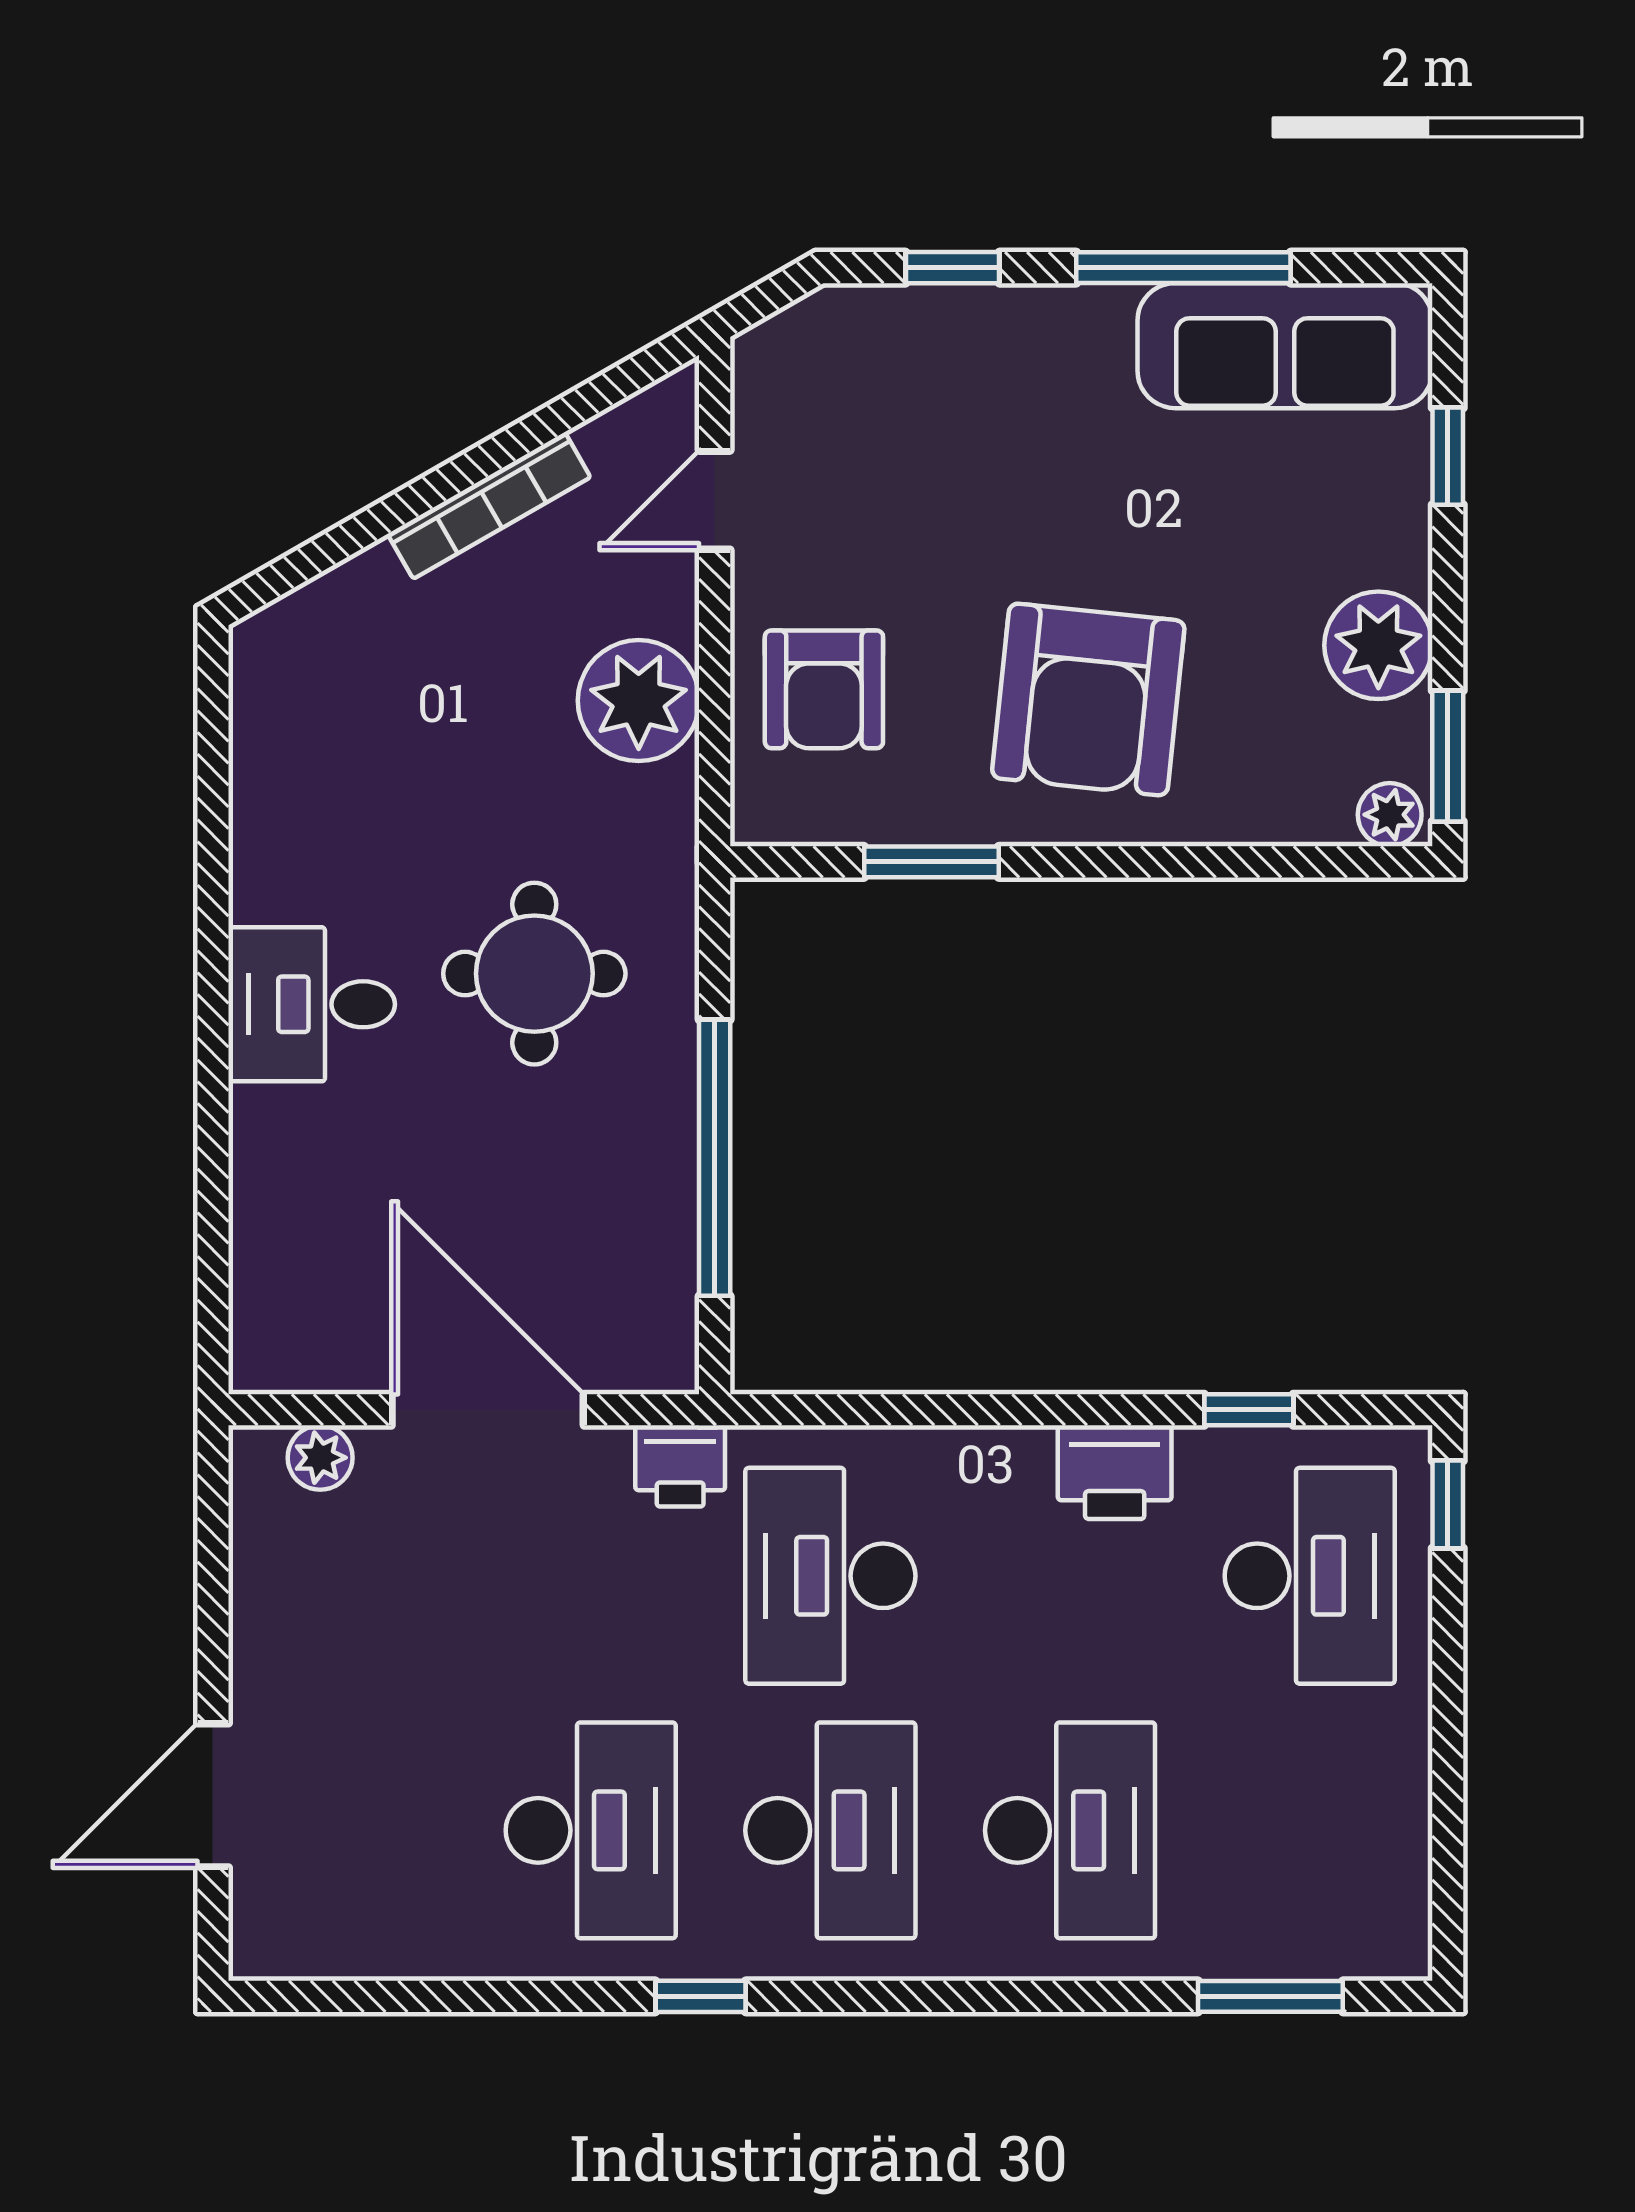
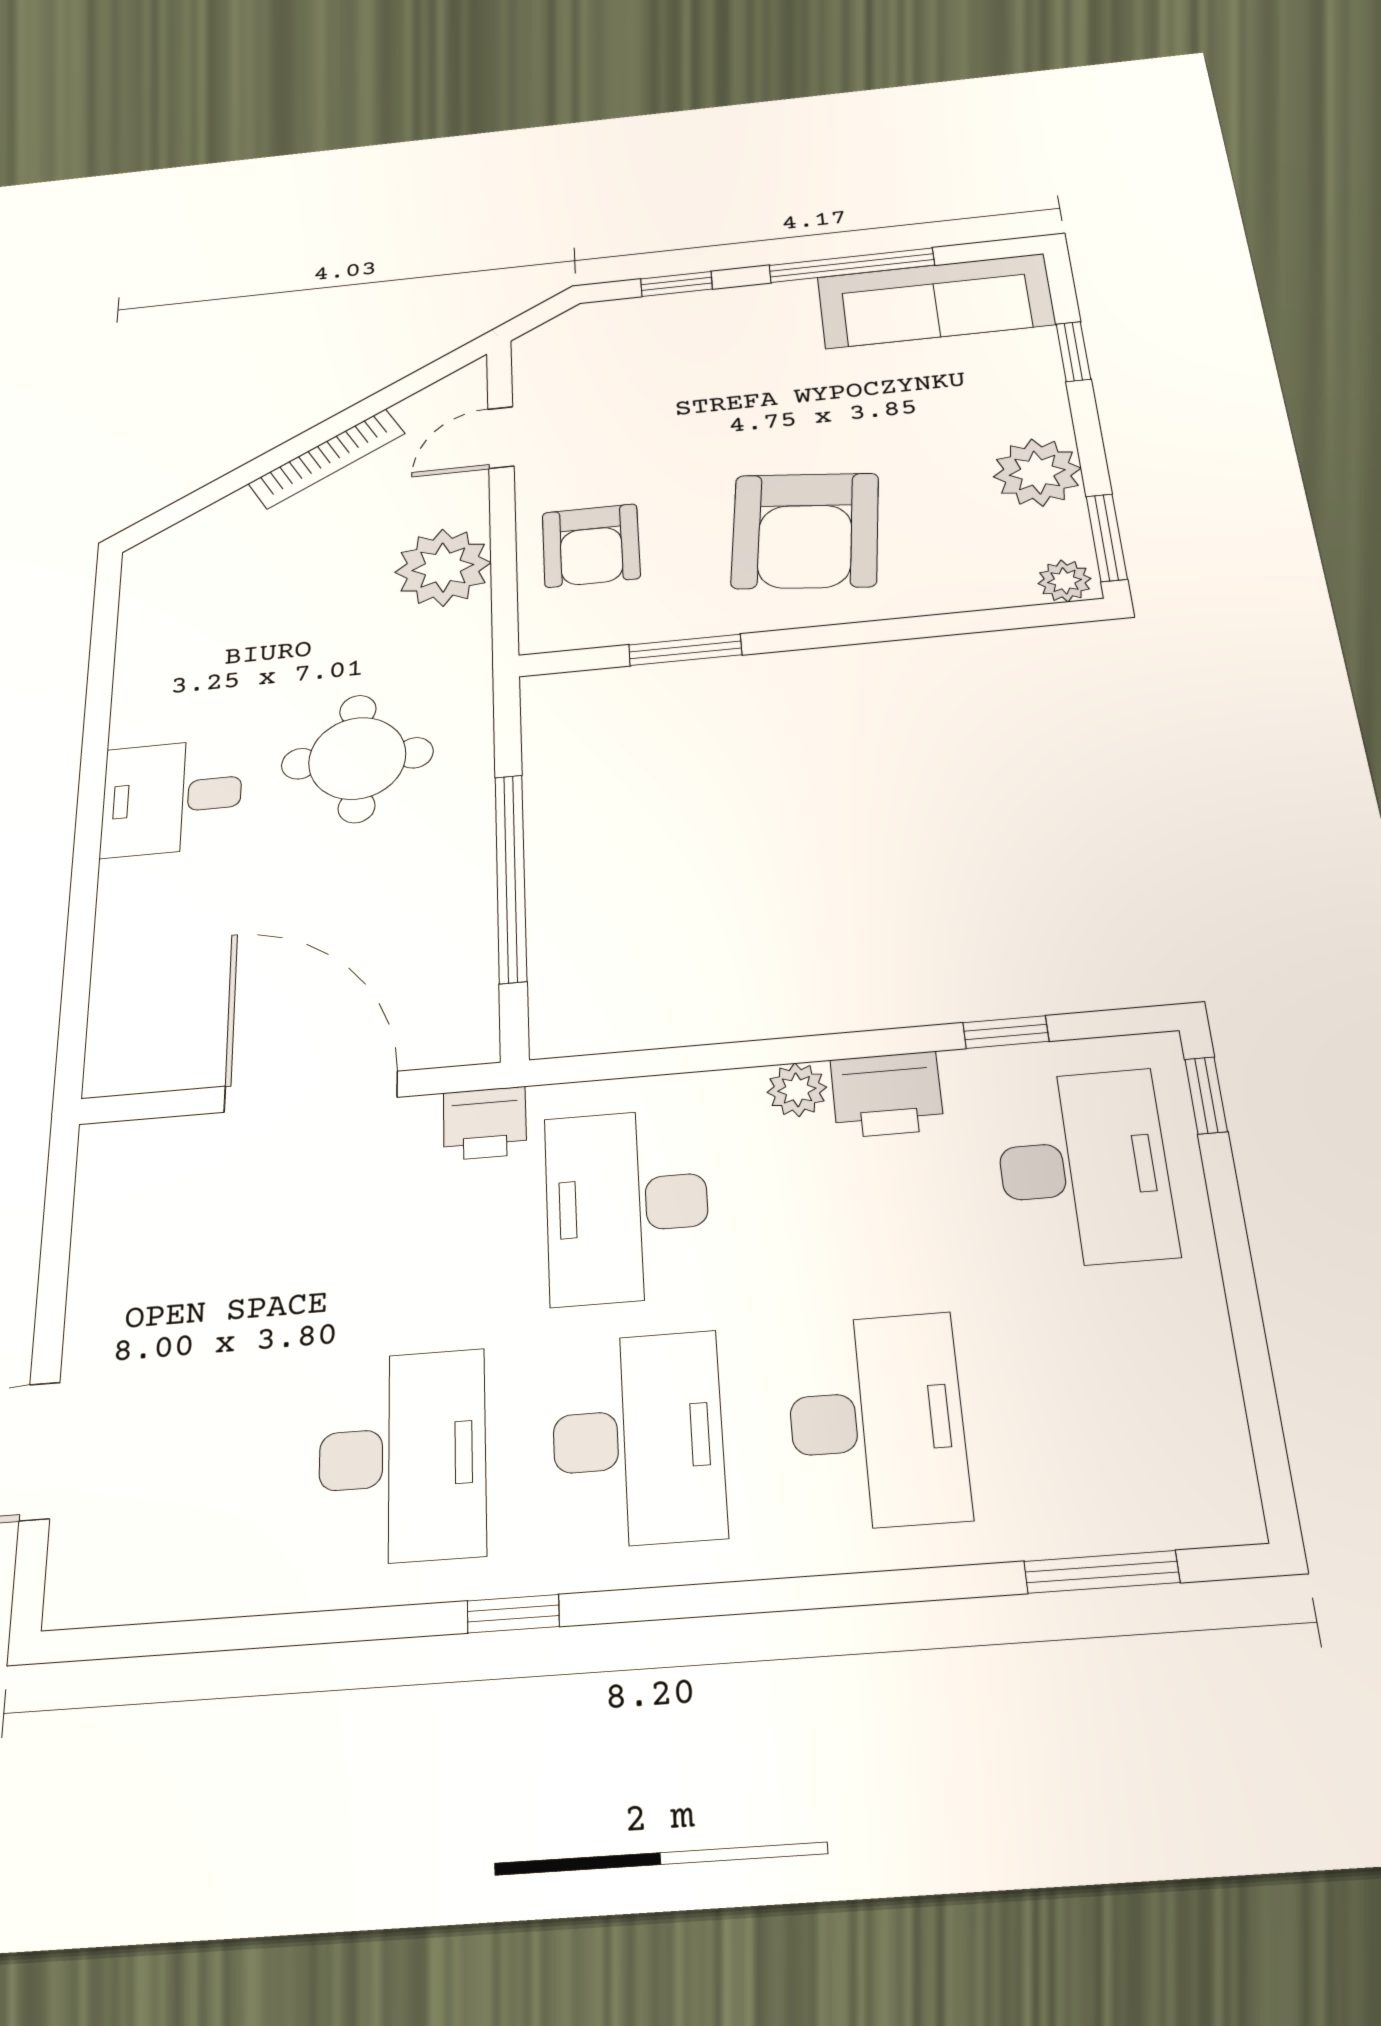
plant: (320, 1458) -> (797, 1090), moved

